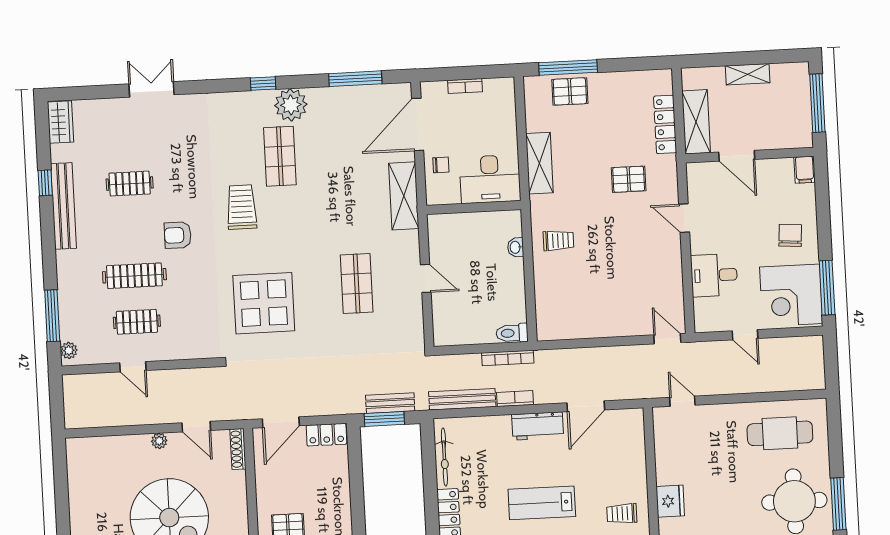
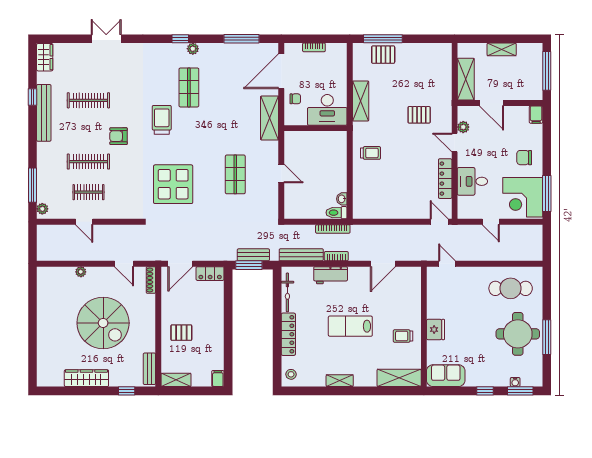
plant: (291, 105) -> (193, 49), width x0.53, depth x0.53
locker: (665, 124) -> (445, 179), moved
clothes rail: (130, 184) -> (88, 100), width x1.36
plant: (696, 194) -> (463, 127), added
chair: (790, 235) -> (524, 158), turned -94
washbasin: (516, 247) -> (342, 199), moved
workbench: (538, 426) -> (331, 275), moved
plant: (159, 441) -> (81, 272), moved

